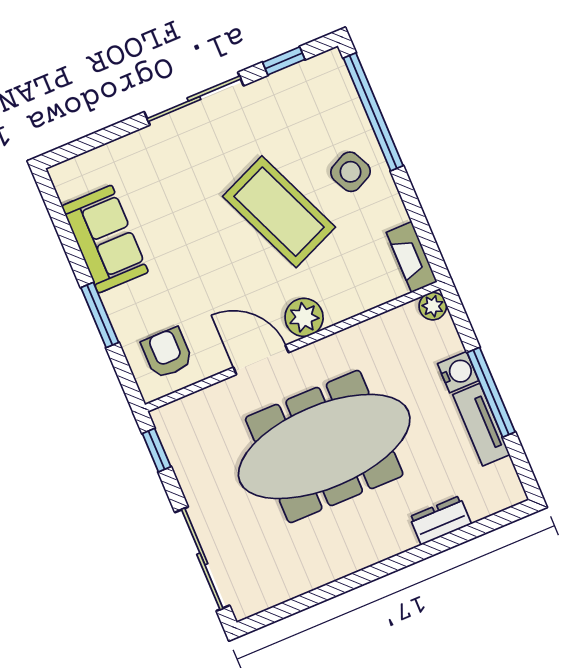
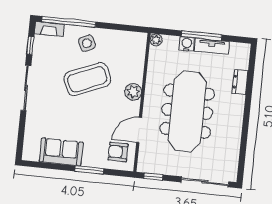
fireplace: (412, 257) -> (49, 29), moved
door: (261, 360) -> (139, 130), moved

